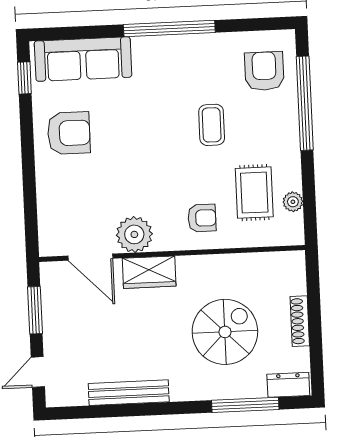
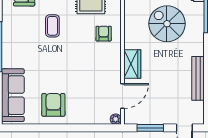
window: (24, 78) -> (22, 128), removed
coffee table: (212, 125) -> (52, 26), turned 90
plant: (134, 234) -> (116, 119), moved, width x0.53, depth x0.53

